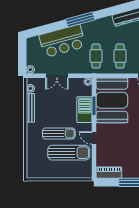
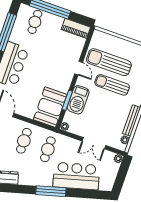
double door: (57, 76) -> (94, 143), swing flipped
booth: (112, 100) -> (50, 107), width x0.73, depth x0.70

